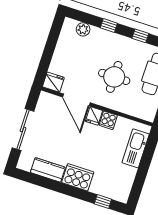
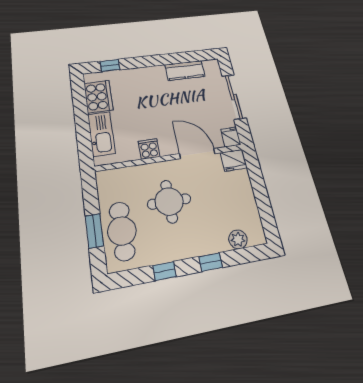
fridge: (94, 116) -> (231, 137), moved
cooker: (78, 177) -> (98, 97), moved, turned -90

